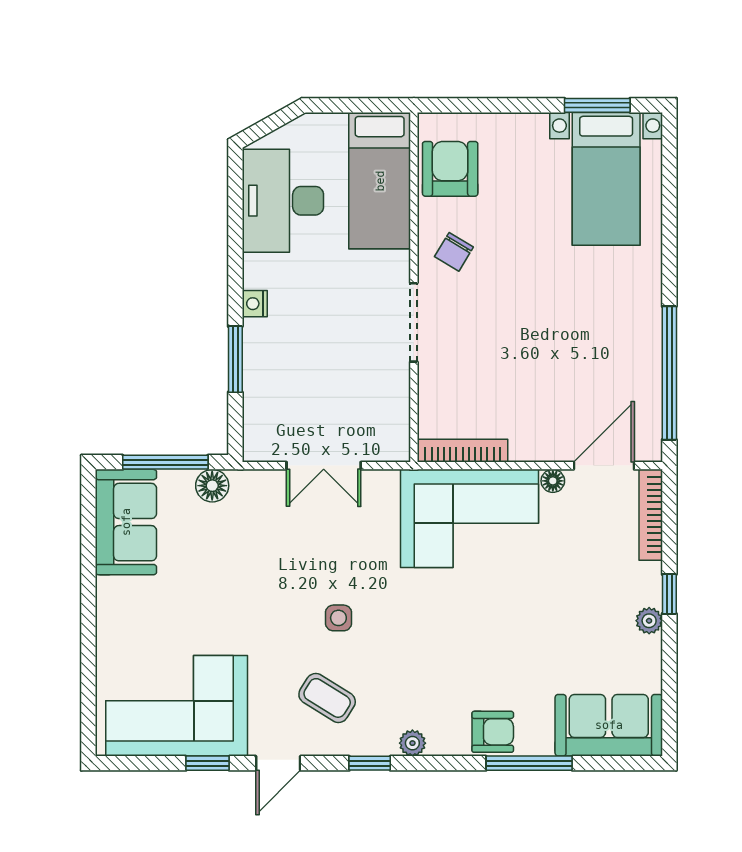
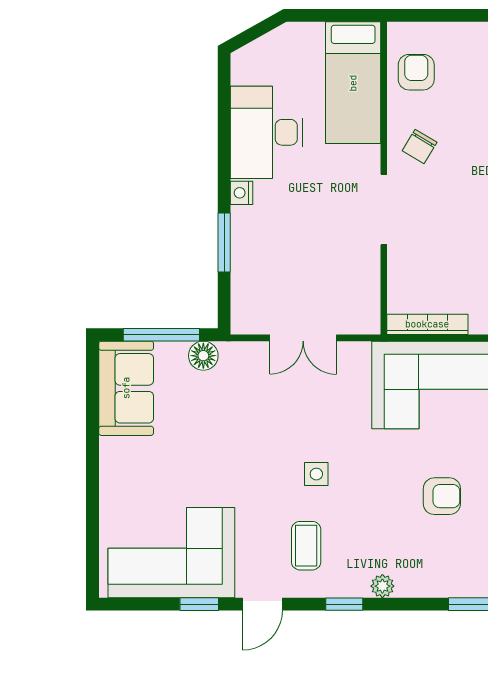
armchair: (450, 169) -> (416, 72), width x0.72, depth x0.72
desk: (283, 201) -> (267, 132), moved
coffee table: (327, 698) -> (306, 546), turned 58
armchair: (493, 732) -> (442, 496), moved

